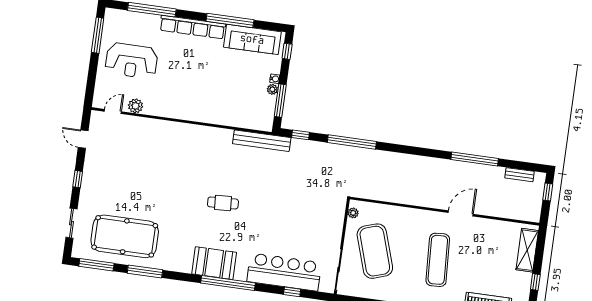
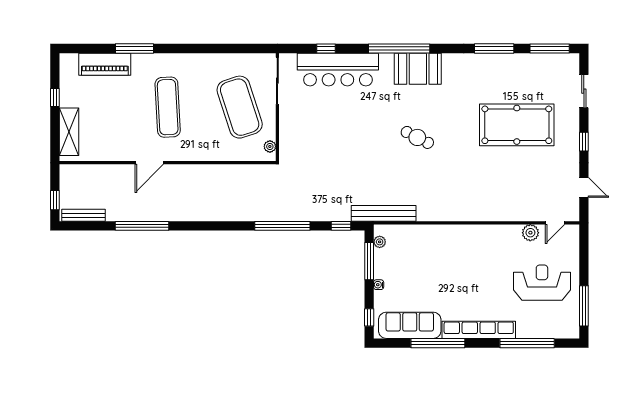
plant: (272, 89) -> (380, 242), moved
bench: (520, 175) -> (84, 215), width x1.36
cafe table: (223, 203) -> (417, 137), turned 30
pool table: (125, 236) -> (517, 125), moved

